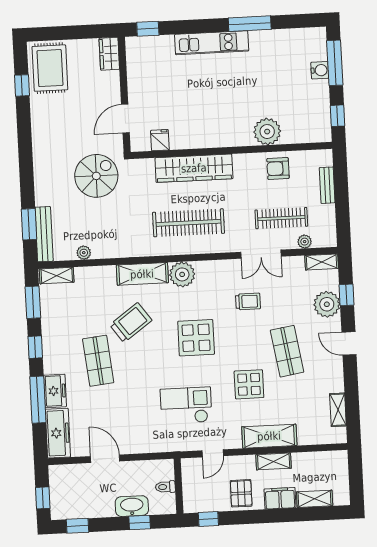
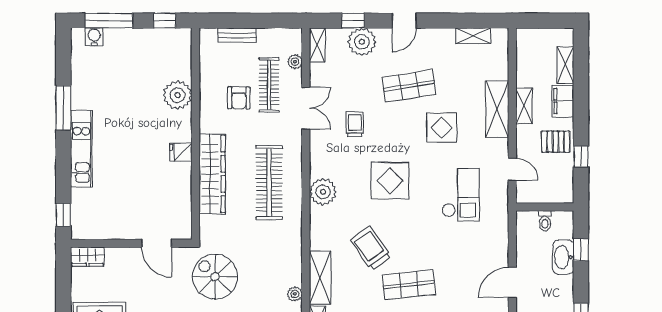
water cooler: (320, 70) -> (94, 37), moved
fridge: (160, 140) -> (181, 152), moved
armchair: (278, 168) -> (239, 98), moved
shelving: (142, 274) -> (320, 278), moved
checkout: (186, 405) -> (461, 195), turned 180
window: (208, 519) -> (581, 156), moved

